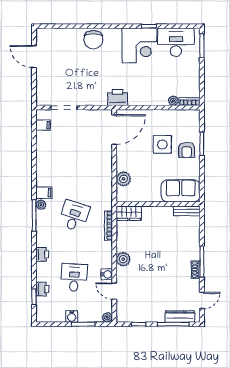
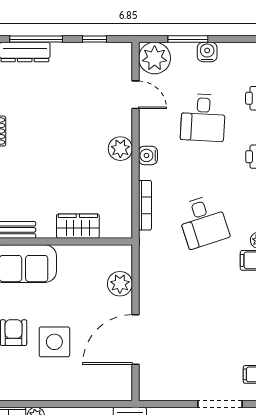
door: (114, 130) -> (135, 340), moved
wardrobe: (129, 213) -> (78, 226), moved
desk: (74, 216) -> (203, 222), turned -36
water cooler: (107, 274) -> (148, 155), moved
plant: (107, 317) -> (155, 58), width x1.87, depth x1.87

